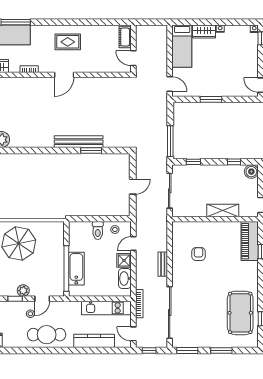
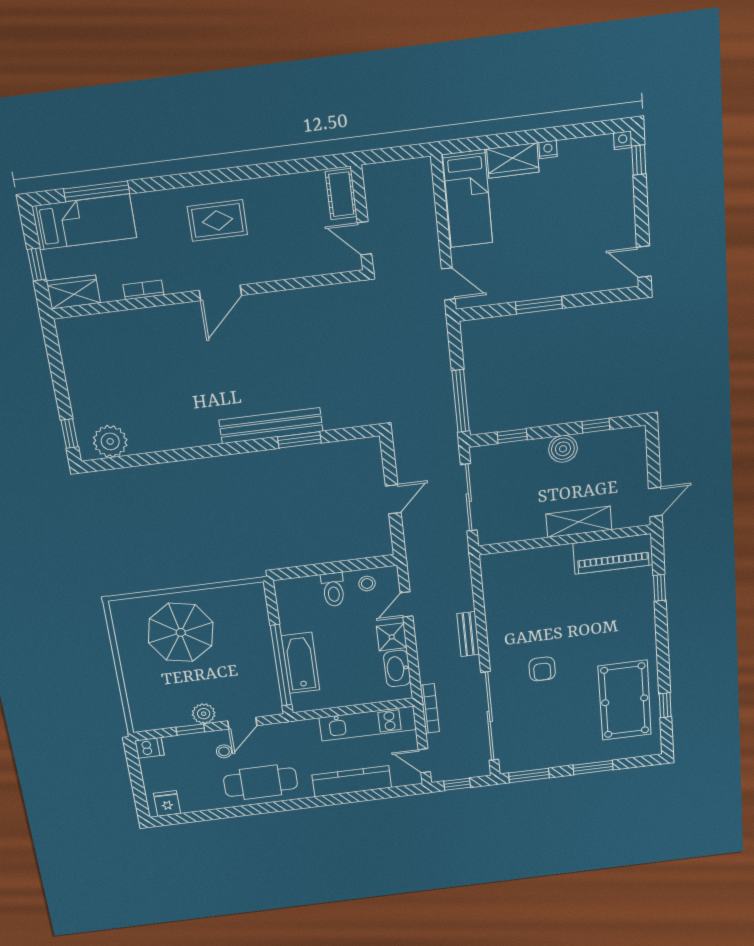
boiler: (251, 172) -> (563, 449), moved
piano: (250, 241) -> (613, 554), moved, turned -90
armchair: (199, 254) -> (542, 669), moved, turned 180

